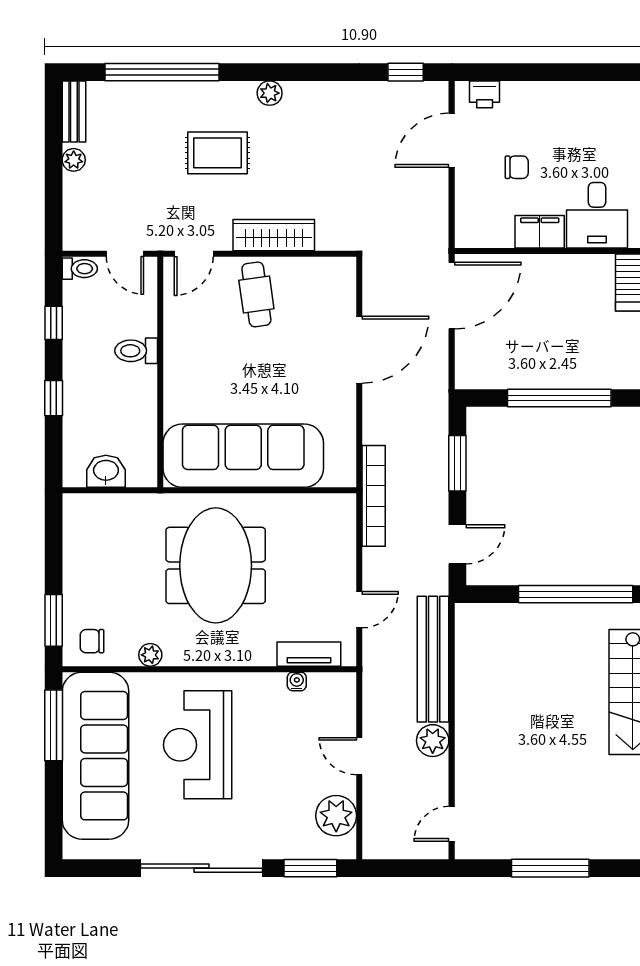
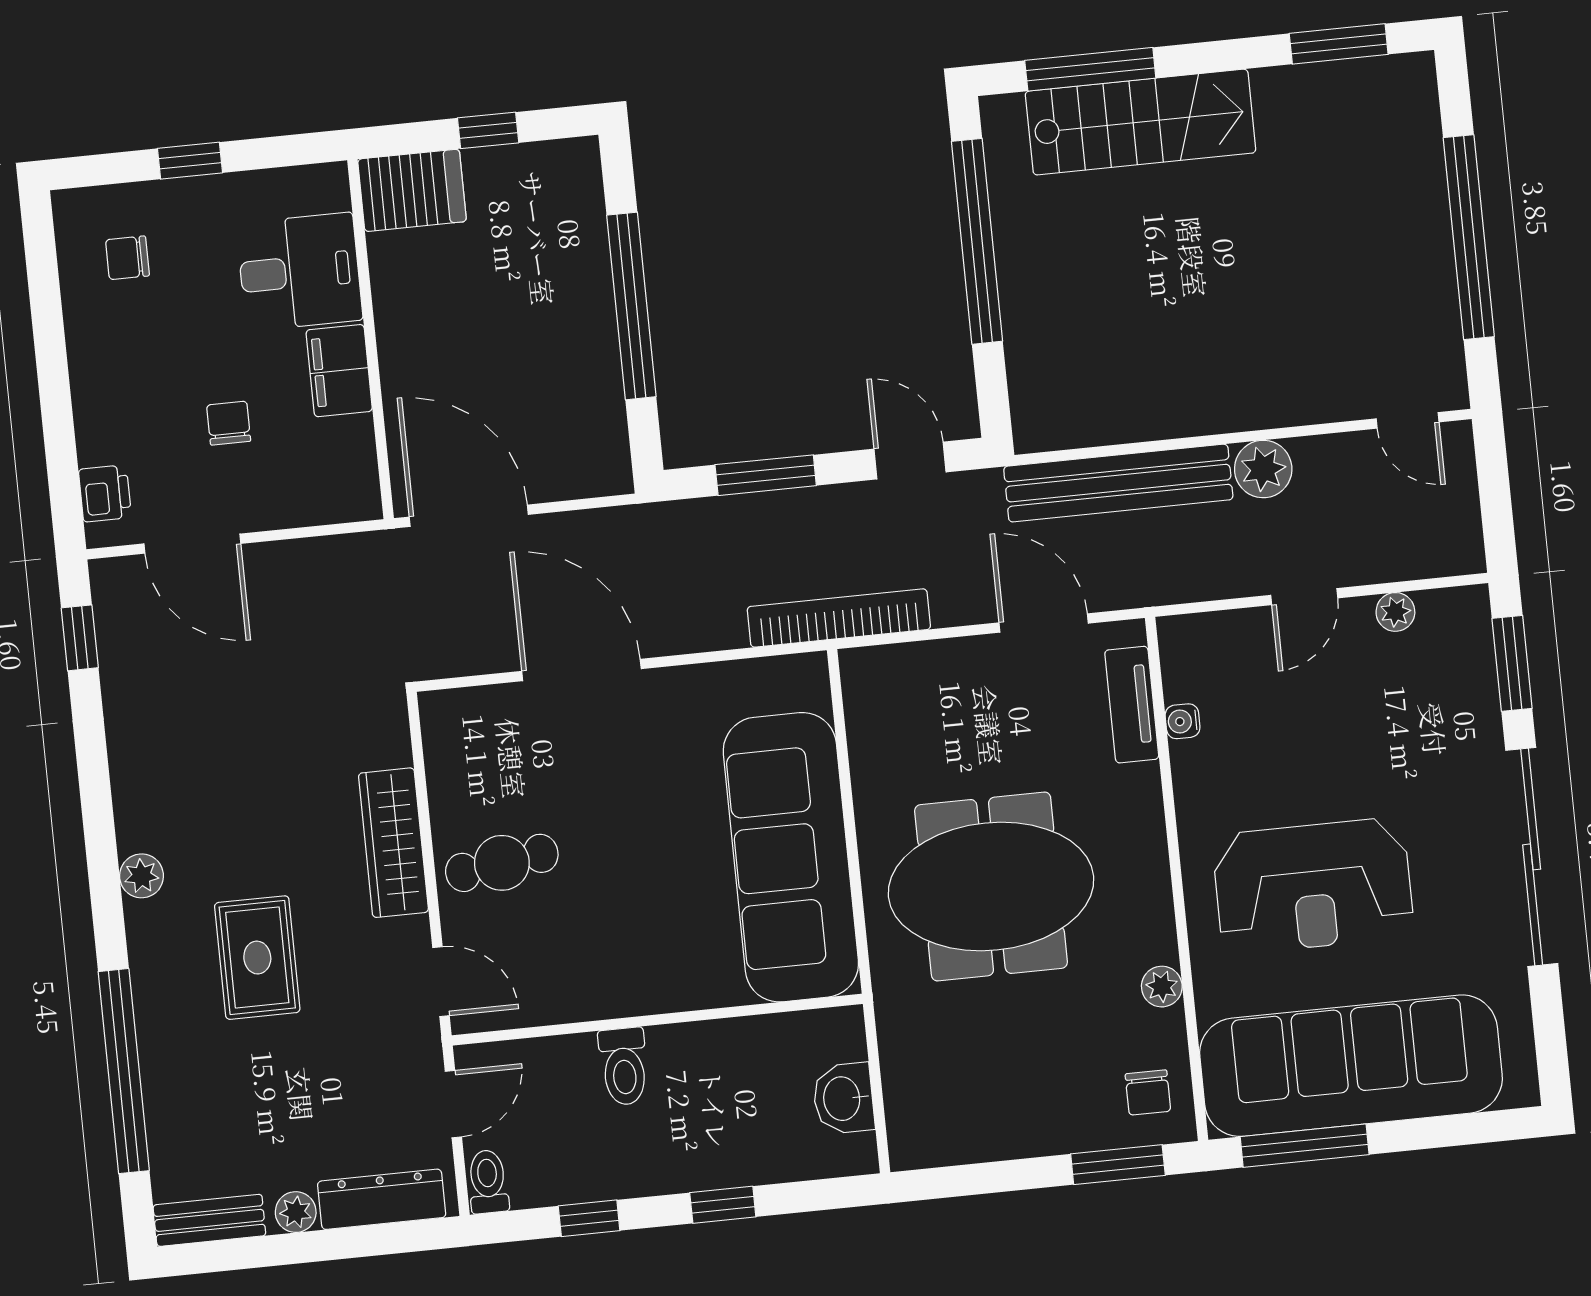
chair: (614, 120) -> (127, 258), added
dresser: (76, 208) -> (382, 1199), added
door: (359, 610) -> (1044, 623), width x1.38
plant: (336, 816) -> (1395, 612), width x0.53, depth x0.53
window: (550, 868) -> (1469, 237), width x1.46

